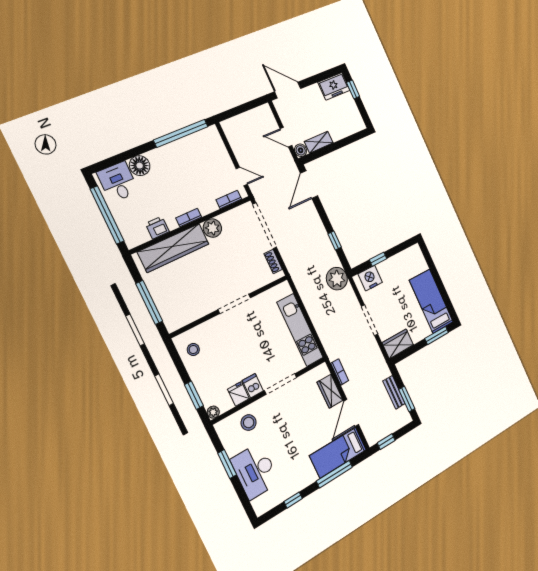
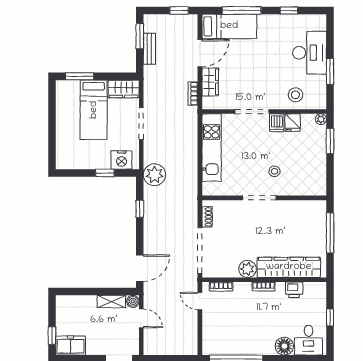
window: (107, 215) -> (330, 317), width x0.32
bed: (431, 301) -> (94, 110), moved
stool: (193, 350) -> (274, 171), moved

